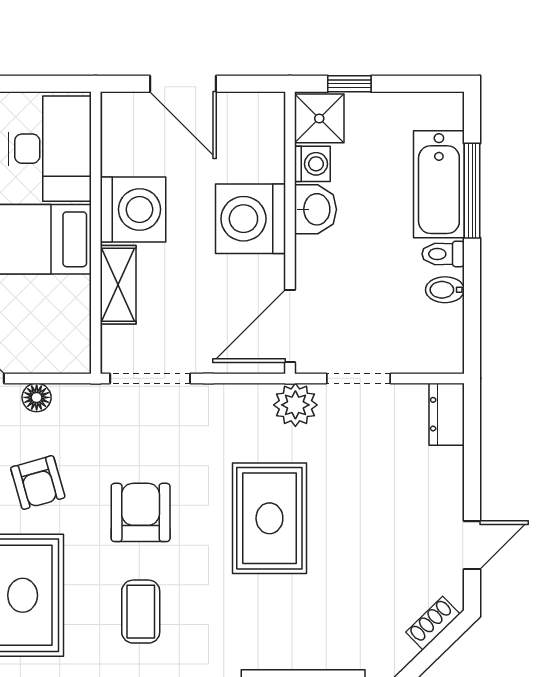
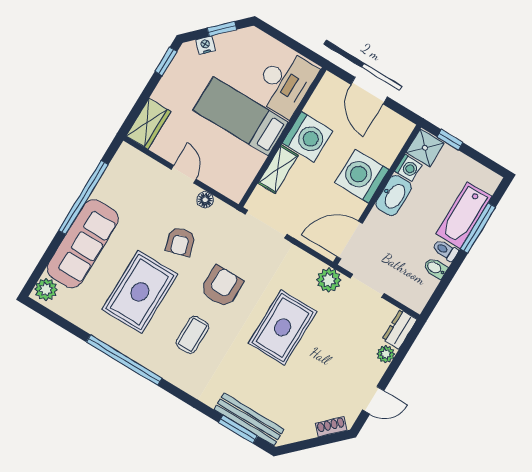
washbasin: (316, 209) -> (394, 195), width x1.38
plant: (449, 464) -> (386, 354), added

